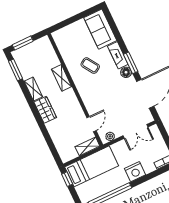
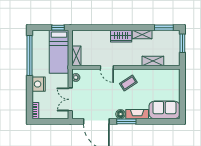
coffee table: (90, 66) -> (128, 83), moved
shelving: (62, 78) -> (153, 61), moved
door: (91, 124) -> (107, 67), moved

